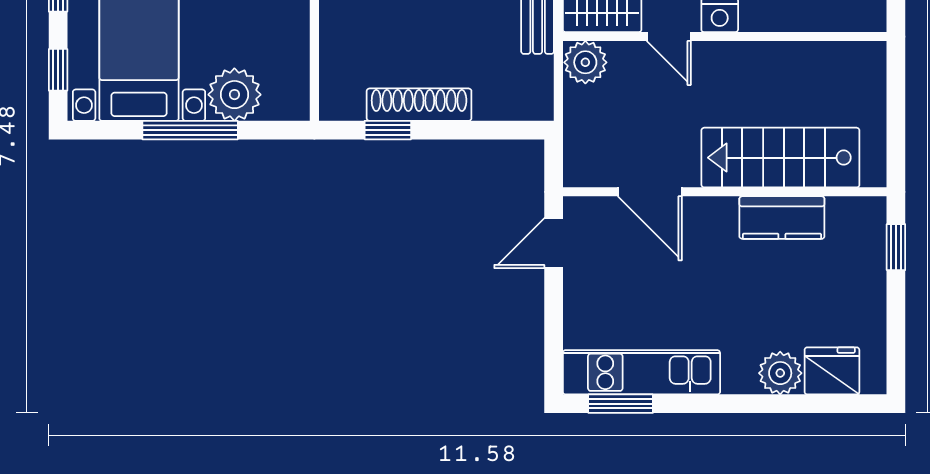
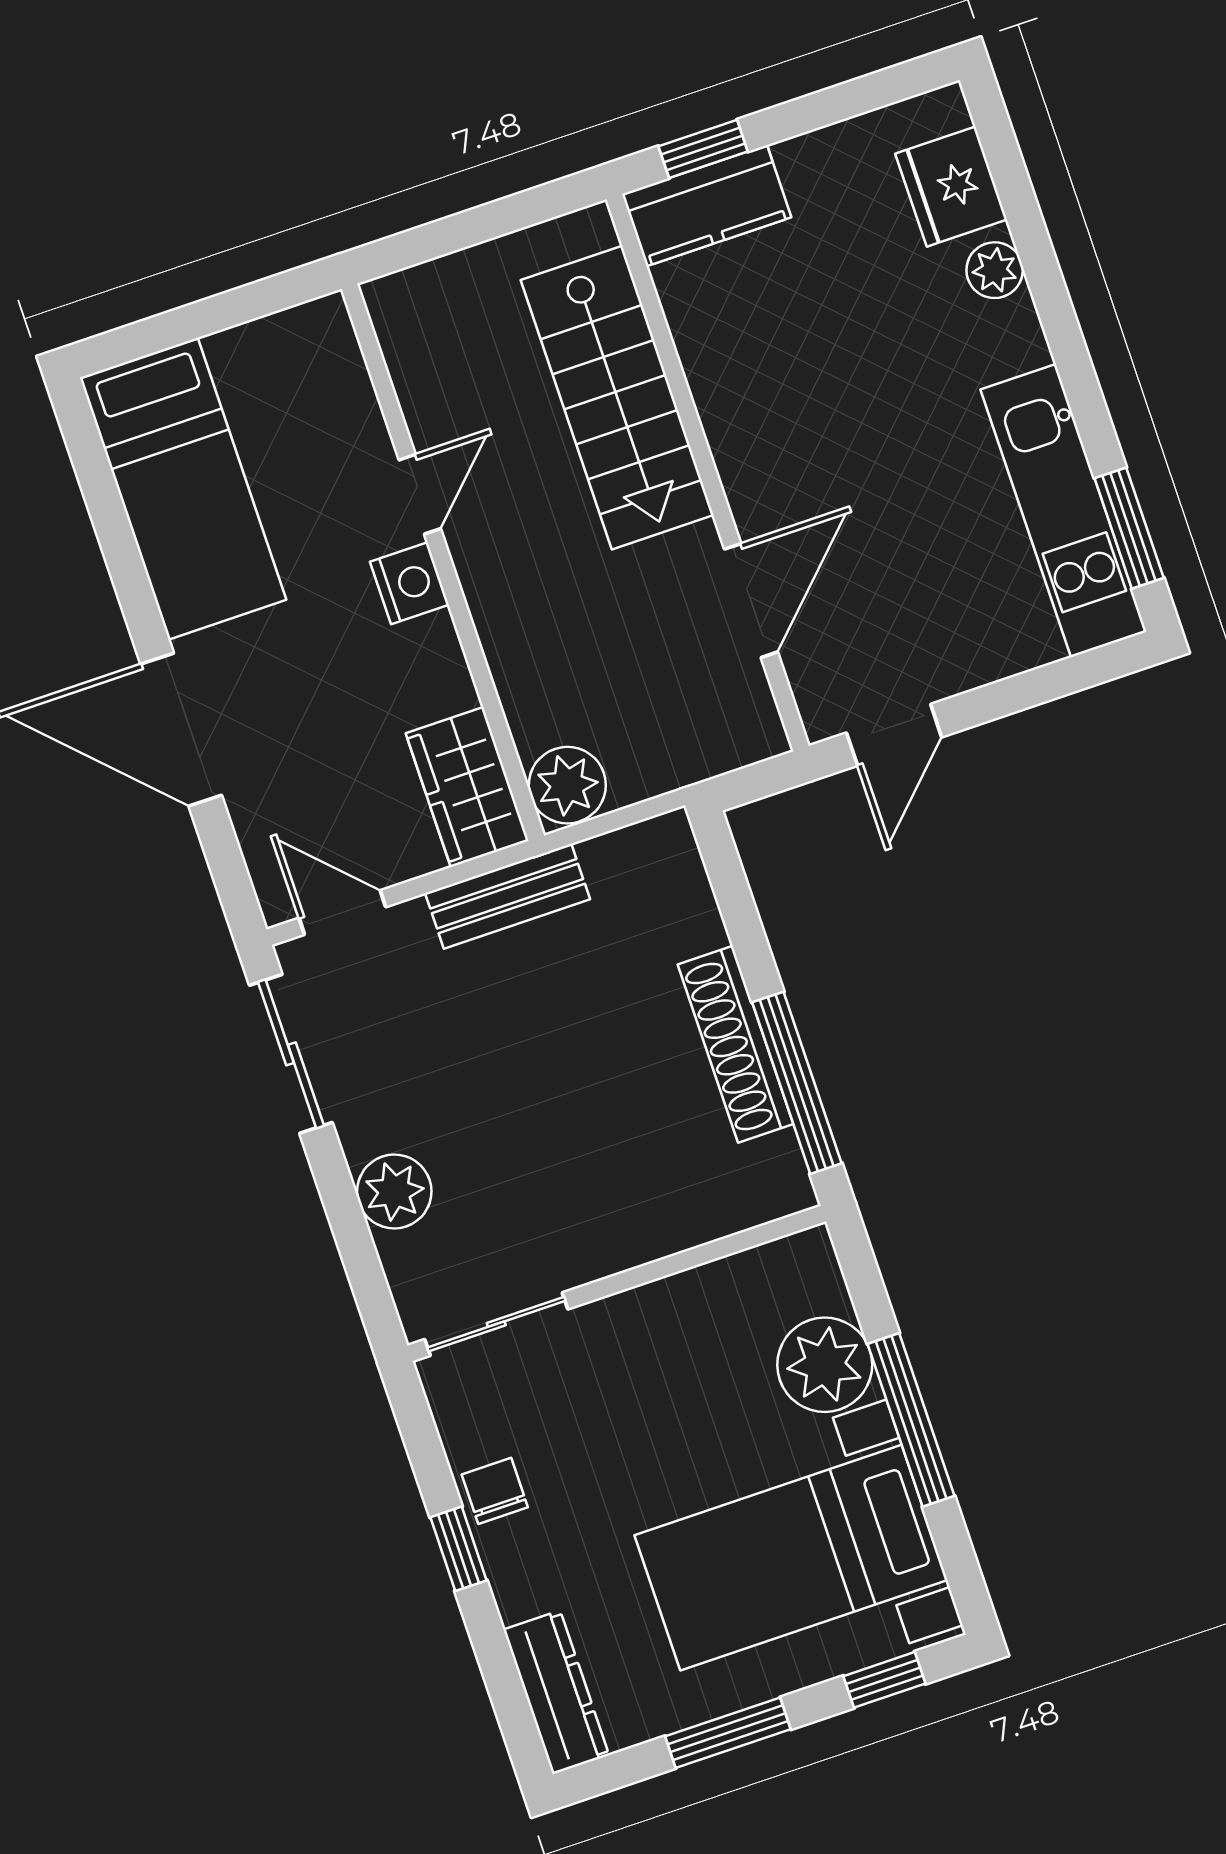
door: (669, 37) -> (420, 494), moved
window: (388, 130) -> (797, 1083), width x2.17
kitchen counter: (782, 218) -> (707, 206), moved, turned 90
door: (554, 243) -> (894, 735), hinge flipped
plant: (780, 373) -> (995, 270), width x0.73, depth x0.73

